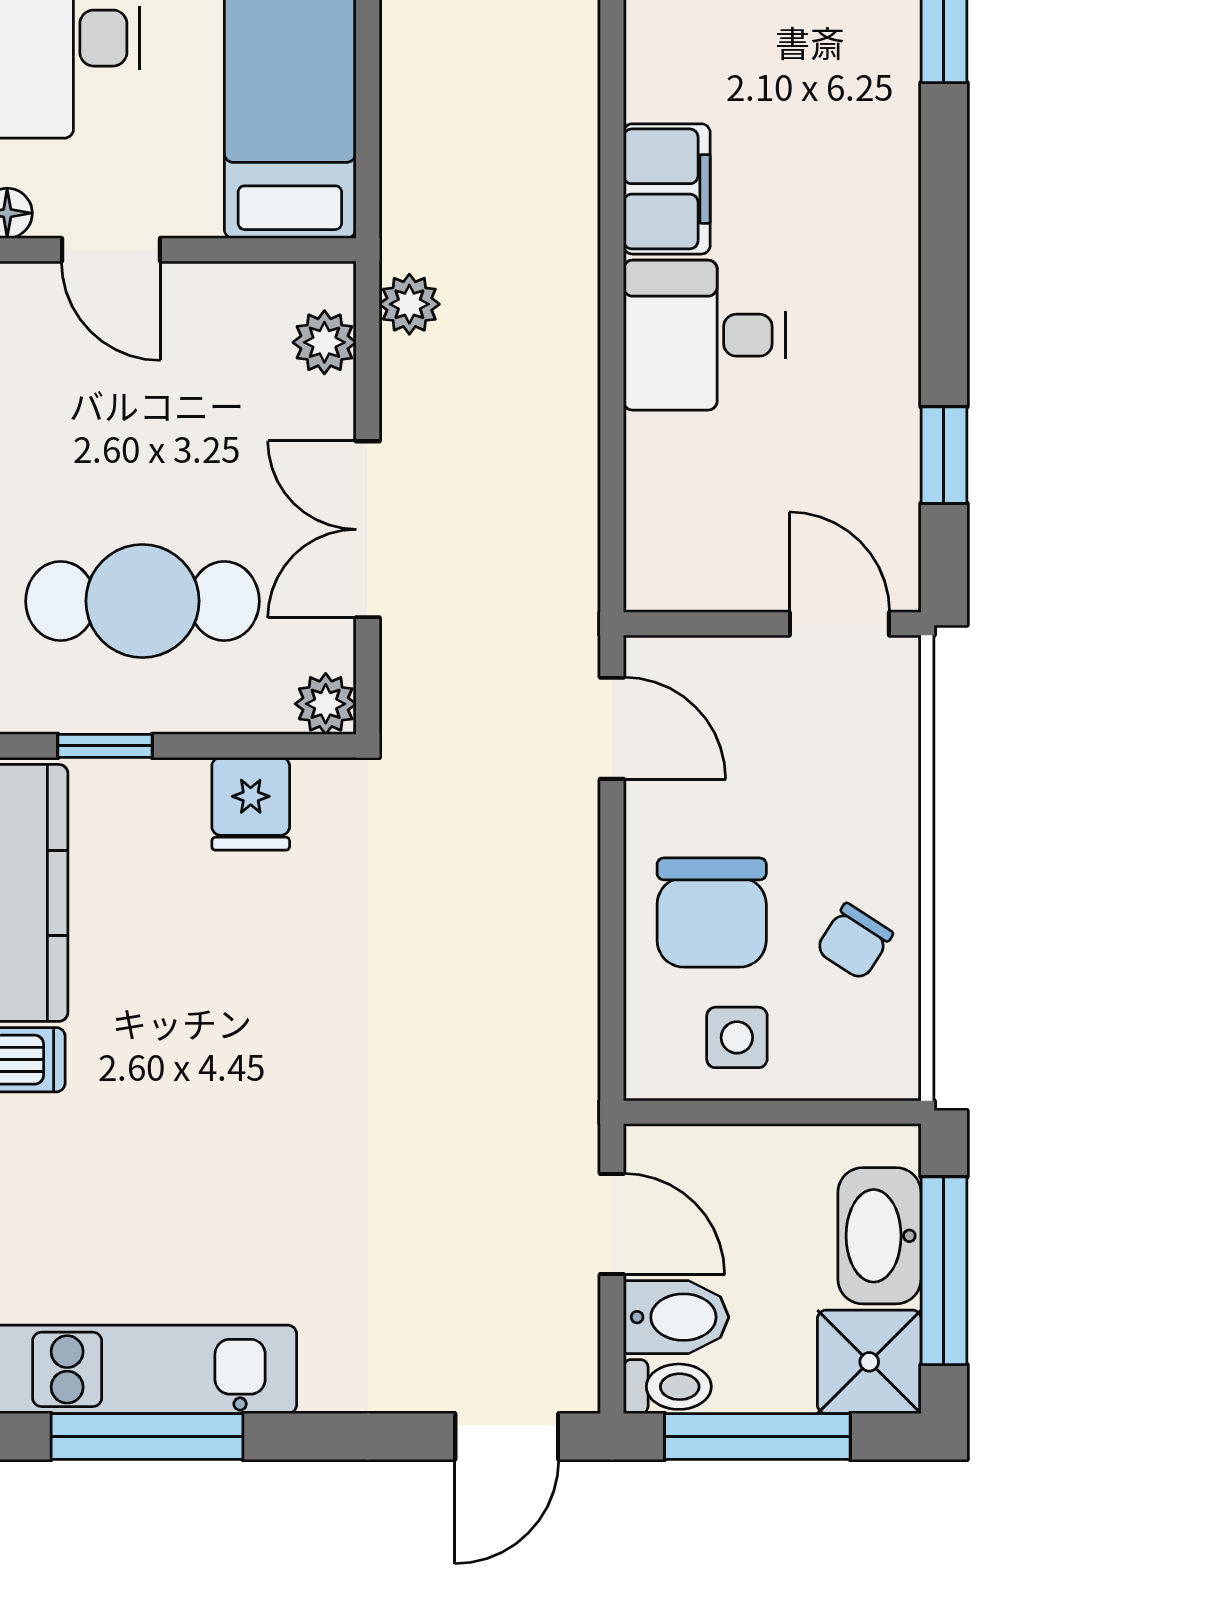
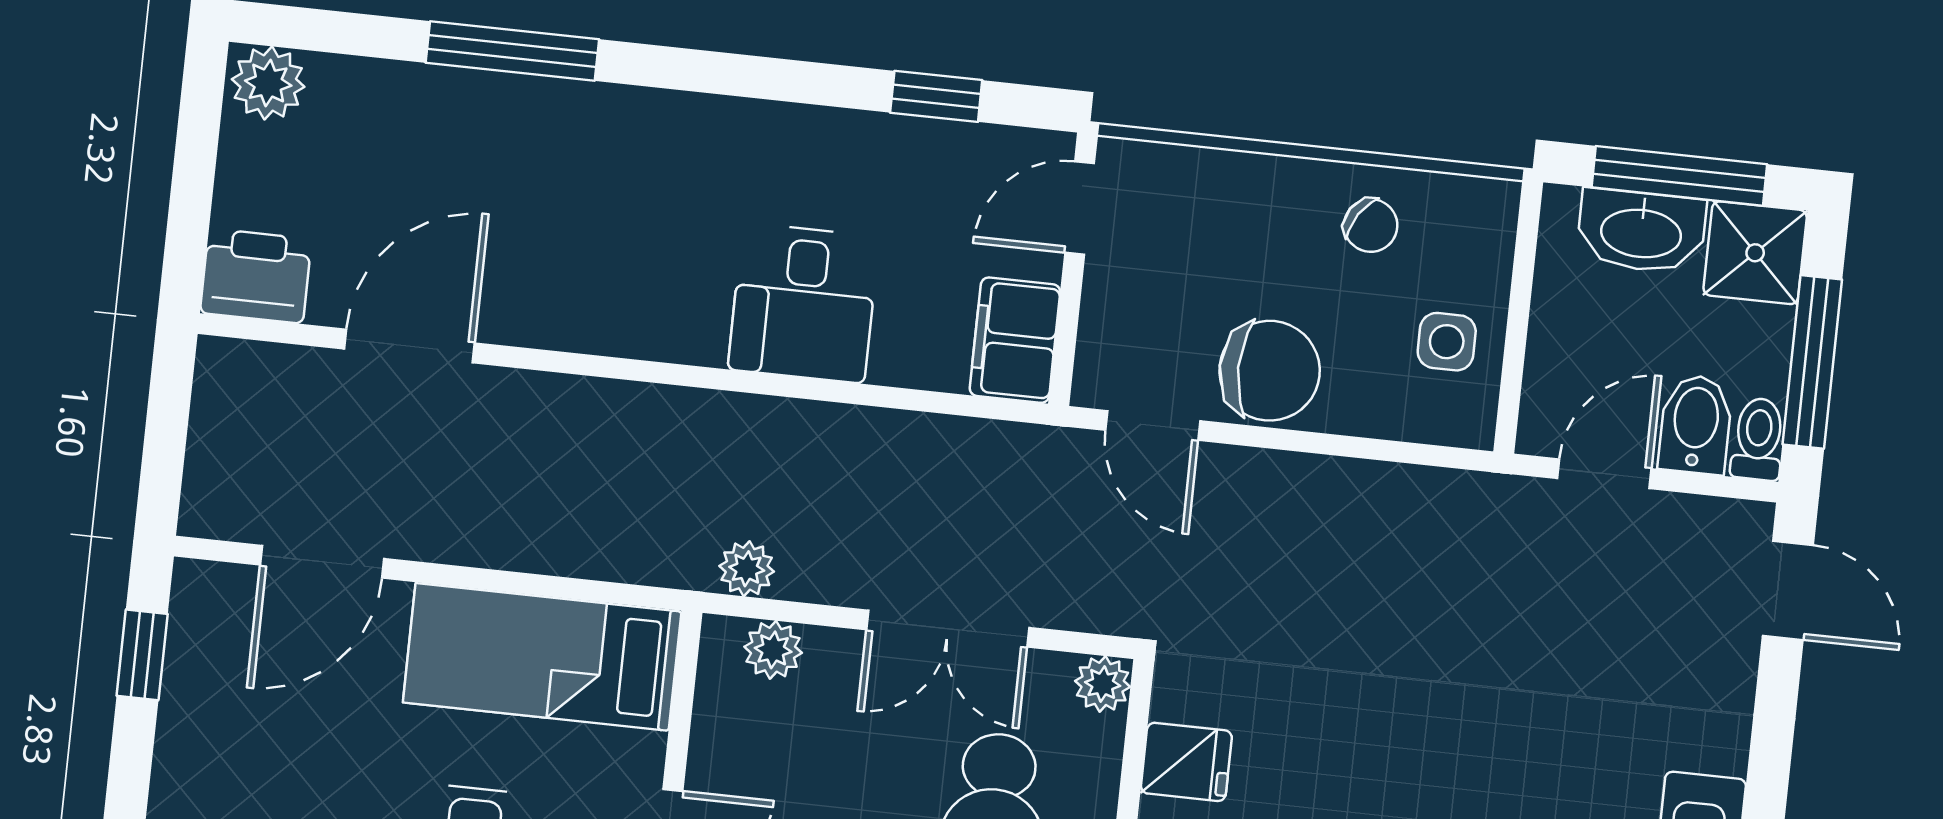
filing cabinet: (667, 189) -> (1015, 340), moved, turned -90
door: (612, 728) -> (1153, 425), swing flipped
chair: (712, 913) -> (1270, 371), moved

